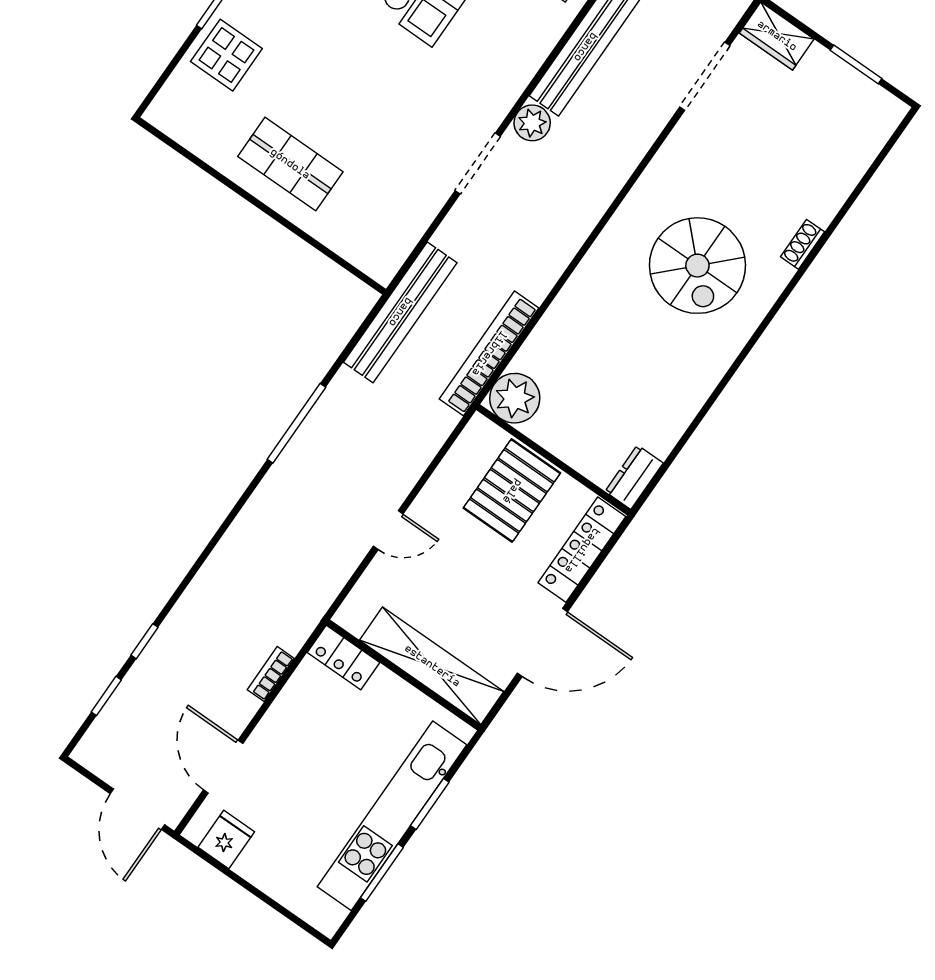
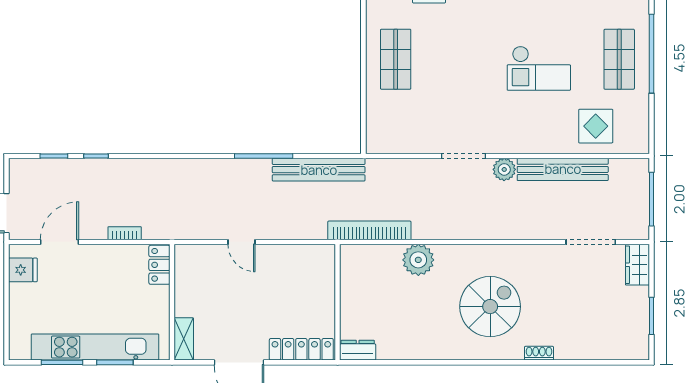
spiral stairs: (697, 266) -> (490, 307), turned 180
bench: (400, 312) -> (319, 170), moved
plant: (515, 398) -> (418, 260), moved
pallet: (512, 491) -> (307, 292), removed
shelving: (432, 666) -> (184, 339), width x0.45, depth x0.75

